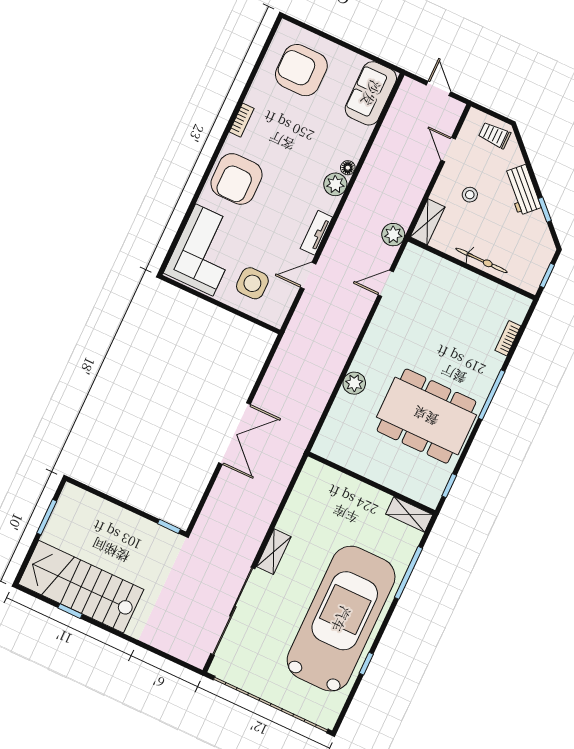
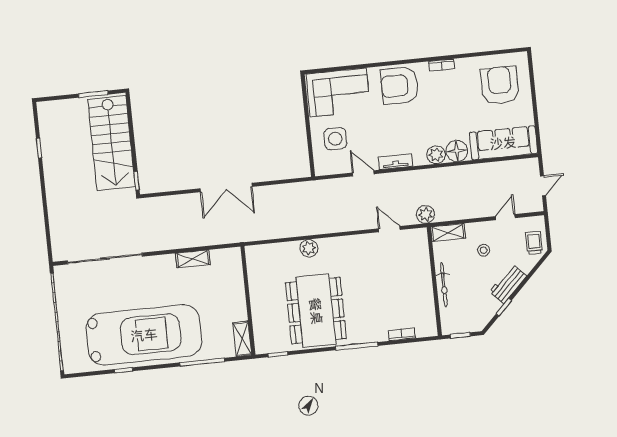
sofa: (371, 93) -> (503, 143), width x1.36
floor lamp: (348, 168) -> (457, 151), width x1.89, depth x1.89
shelving: (274, 552) -> (193, 259), moved
stairs: (81, 587) -> (111, 143), moved, turned 180

